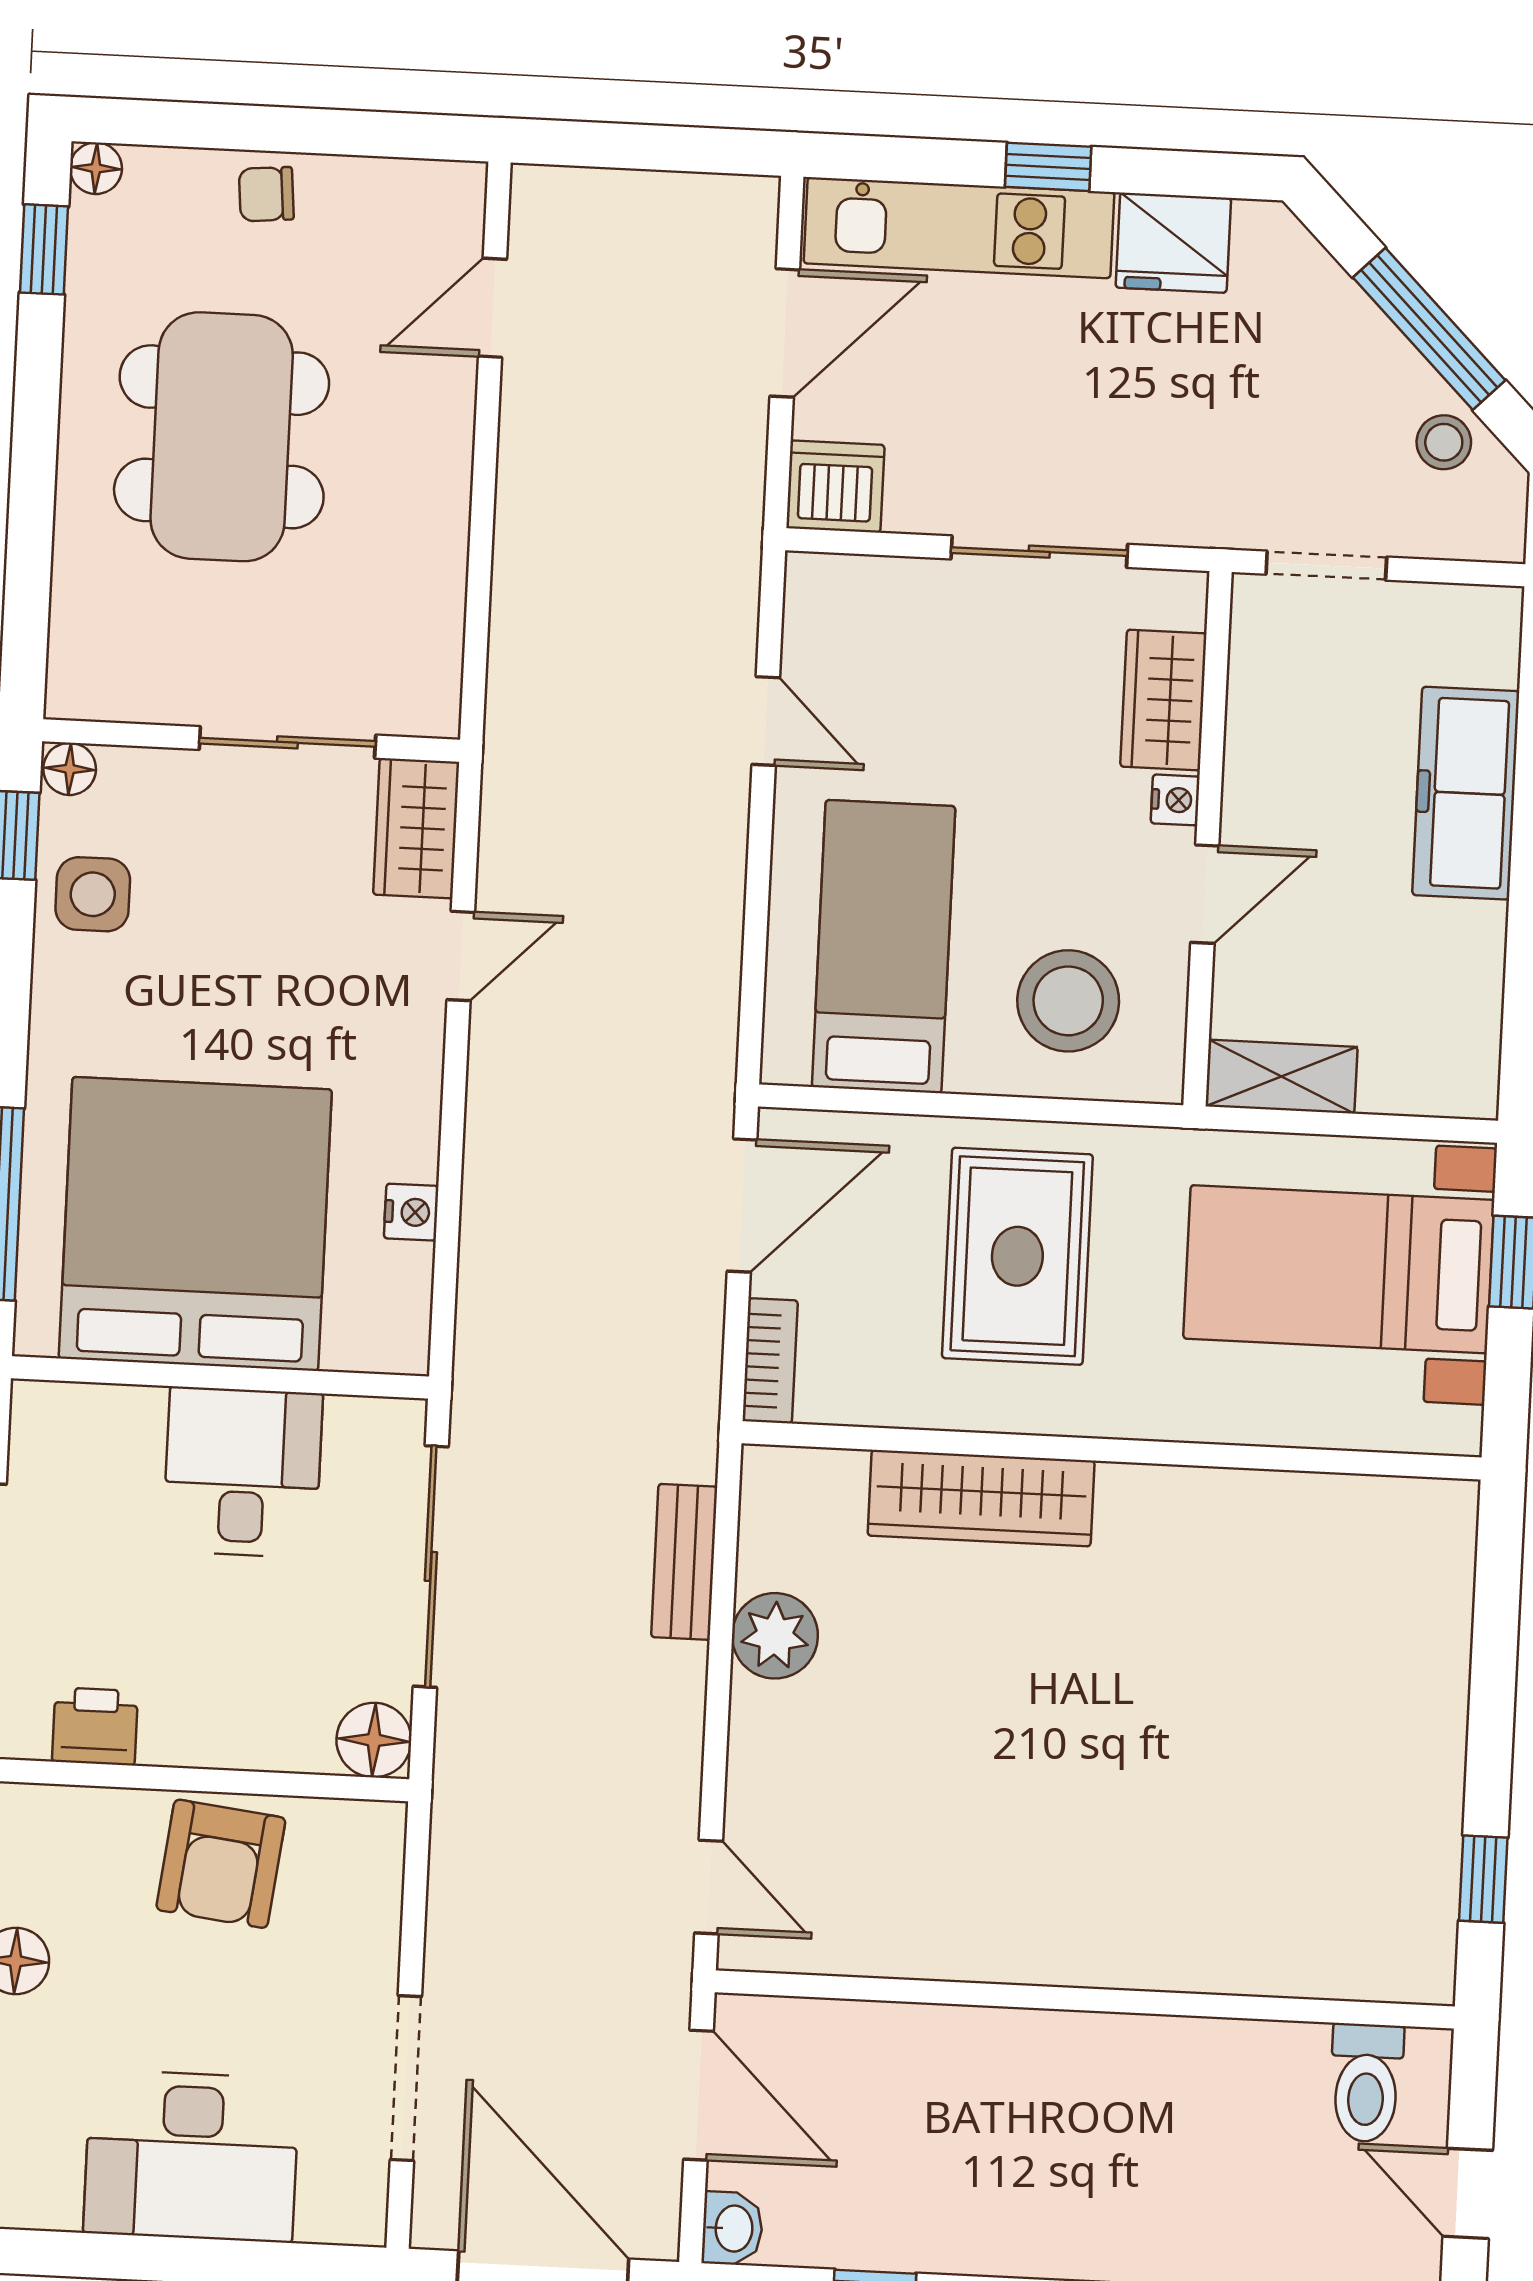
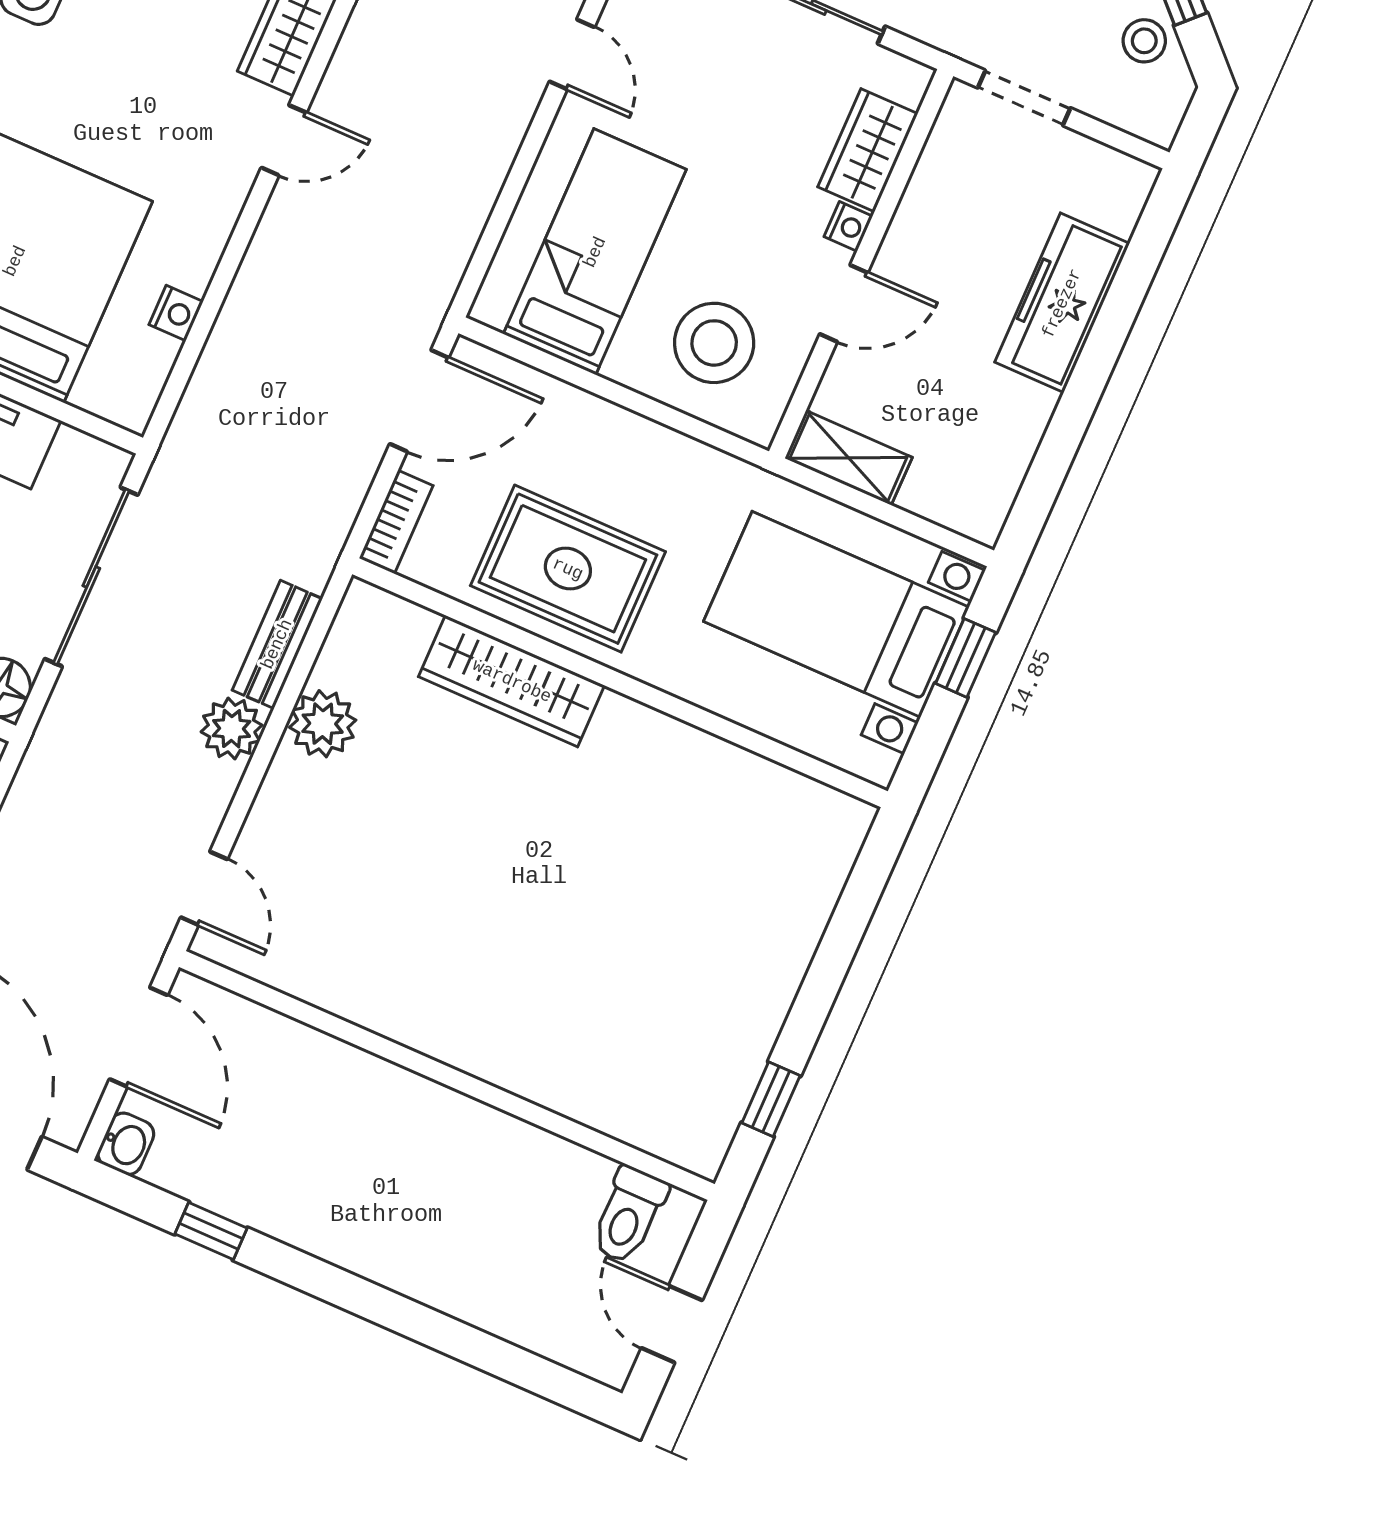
rug: (1017, 1256) -> (568, 569), moved, turned 90
plant: (668, 1683) -> (232, 729), added

